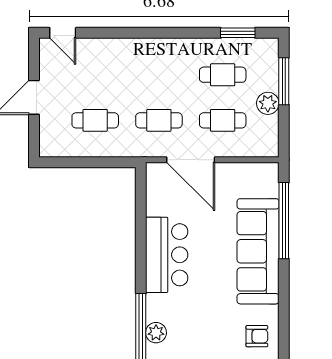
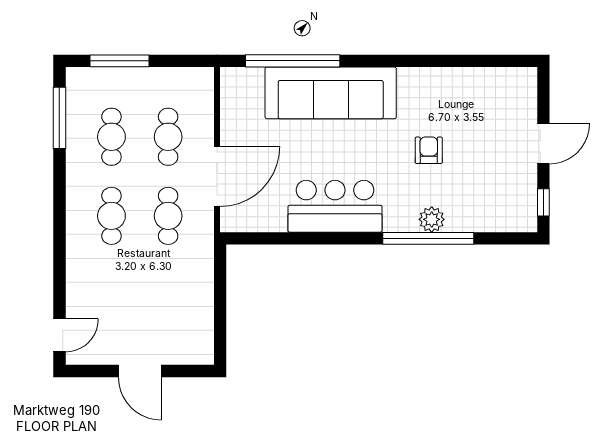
window: (238, 33) -> (59, 118), width x1.44
plant: (268, 103) -> (147, 81), removed
cafe table: (95, 120) -> (111, 216), moved
armchair: (257, 336) -> (429, 150), moved

